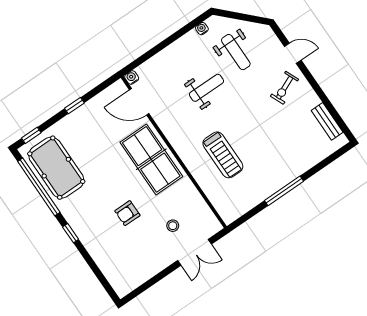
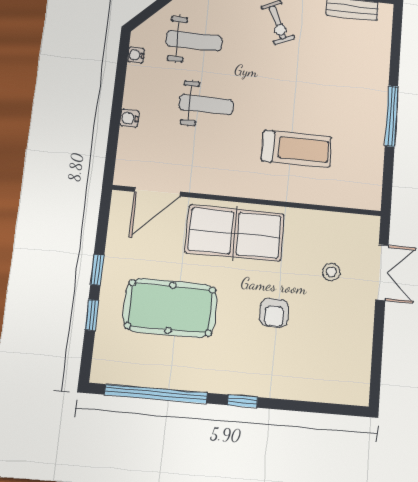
water cooler: (132, 77) -> (129, 118), moved
weight bench: (206, 88) -> (206, 105), turned 90
window: (31, 135) -> (92, 315), moved
pool table: (56, 168) -> (170, 308), moved

